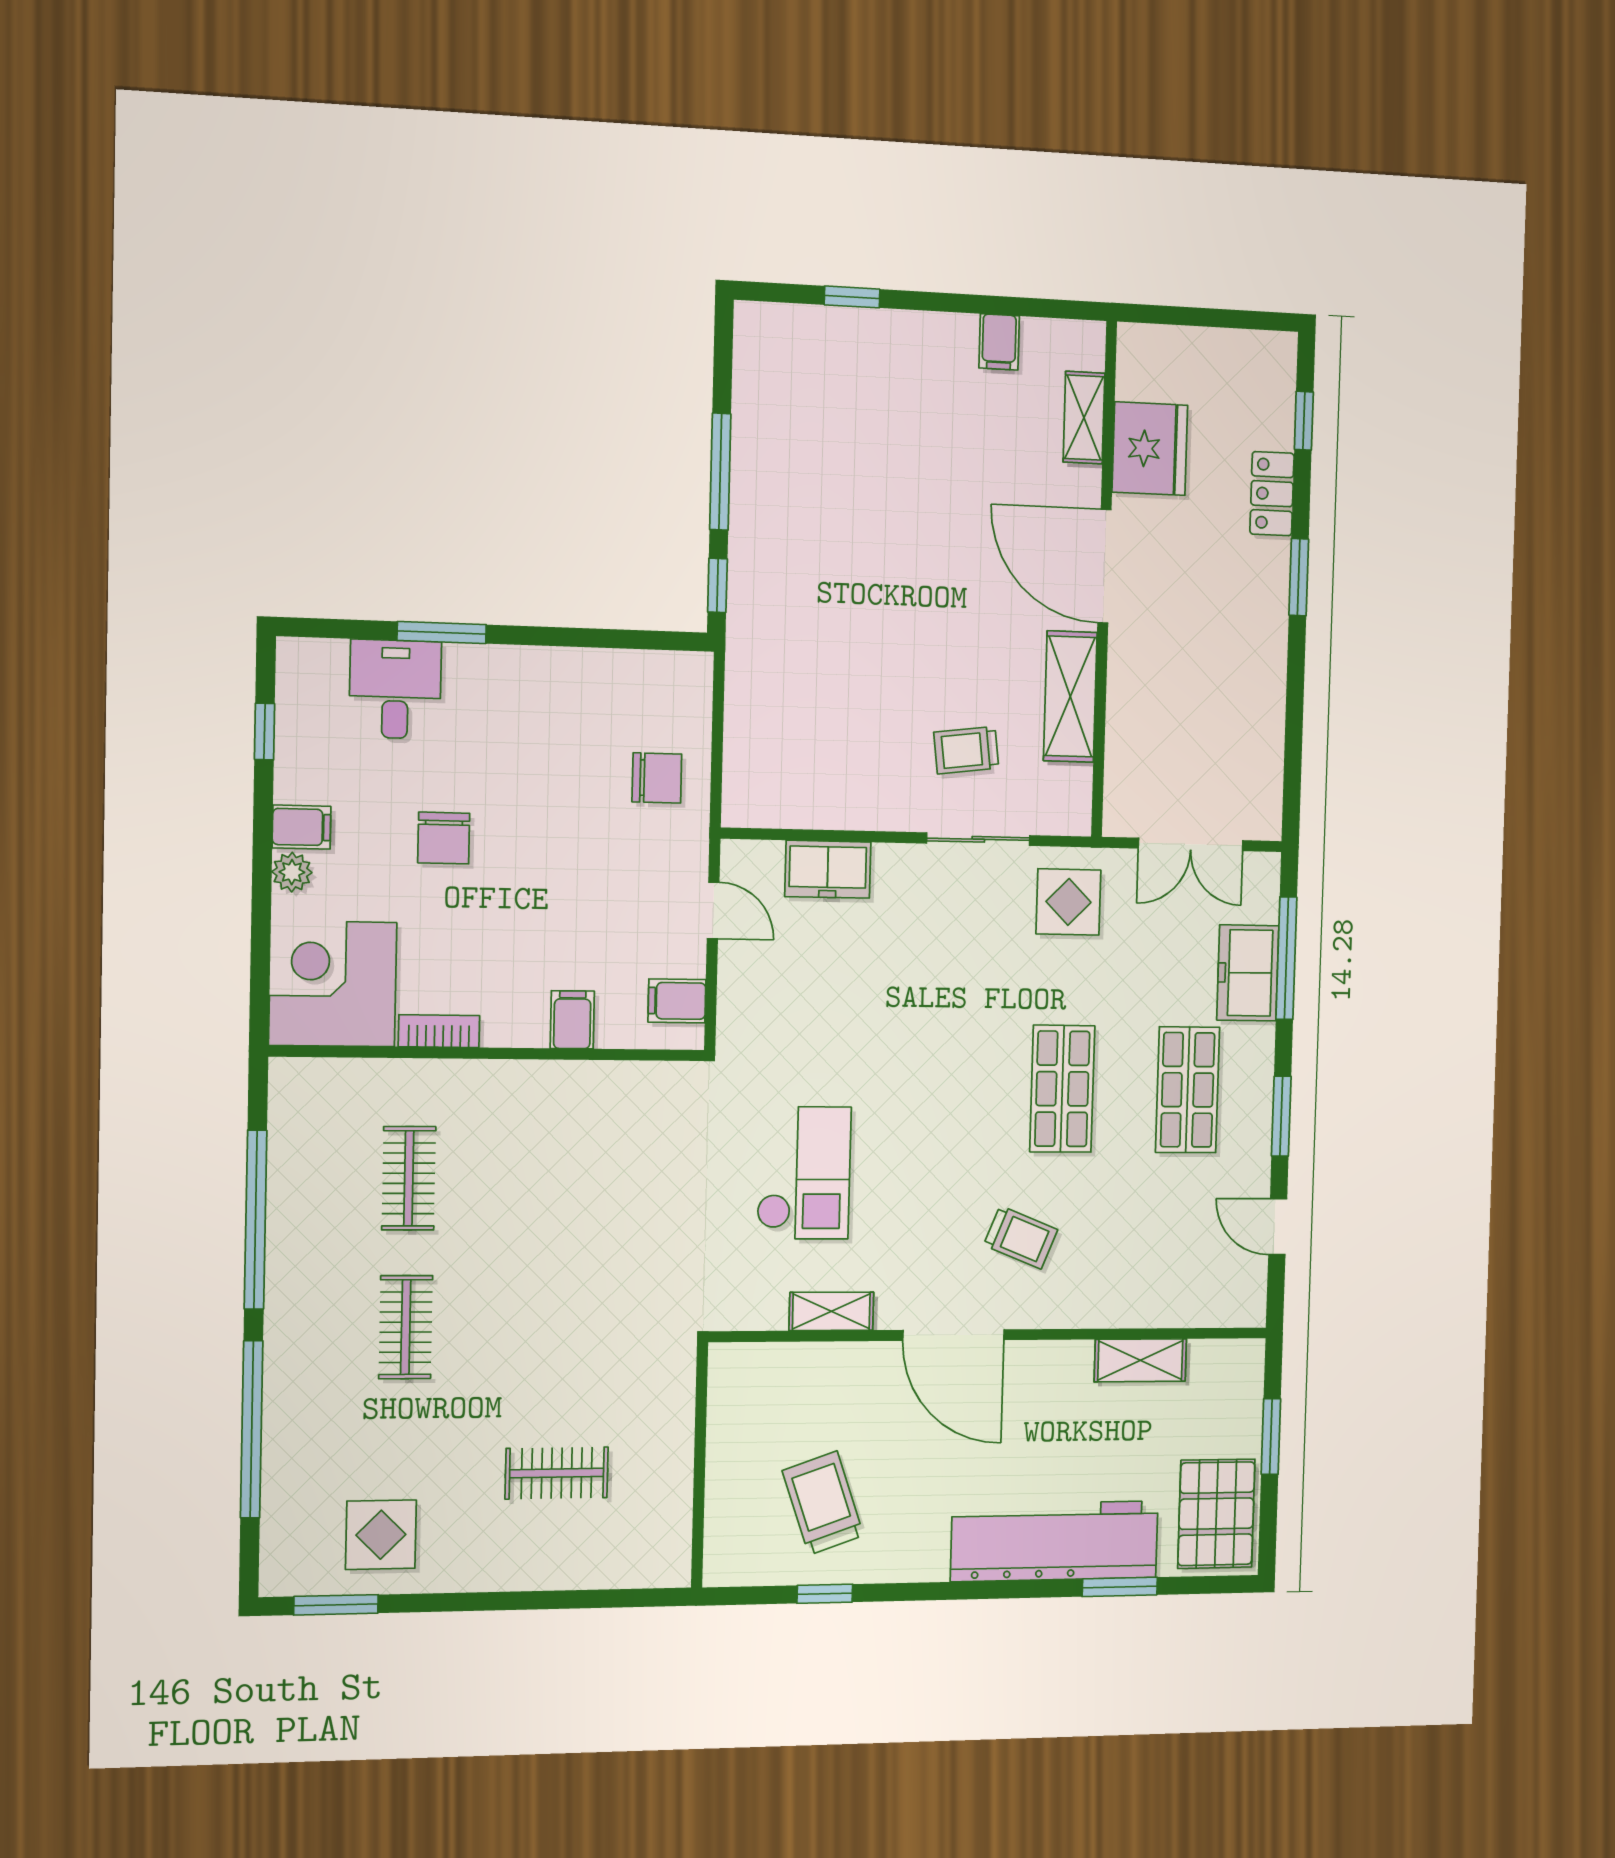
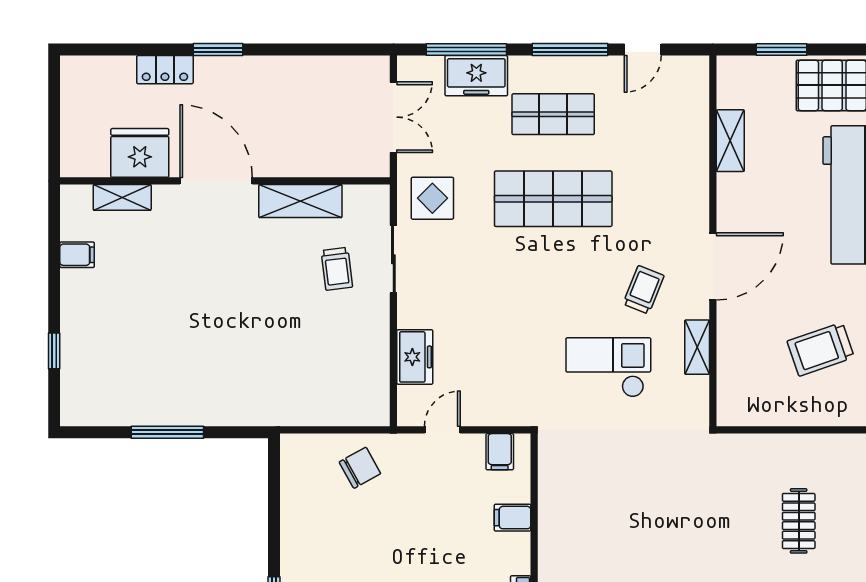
window: (1304, 421) -> (117, 50), removed
door: (1104, 566) -> (216, 181), swing flipped
window: (717, 585) -> (238, 432), removed
chair: (657, 778) -> (360, 468), turned 61
shop shelf: (1062, 1089) -> (553, 199), width x1.43, depth x1.36
window: (1281, 1116) -> (570, 50), width x1.44
trolley: (1021, 1237) -> (643, 290), moved

